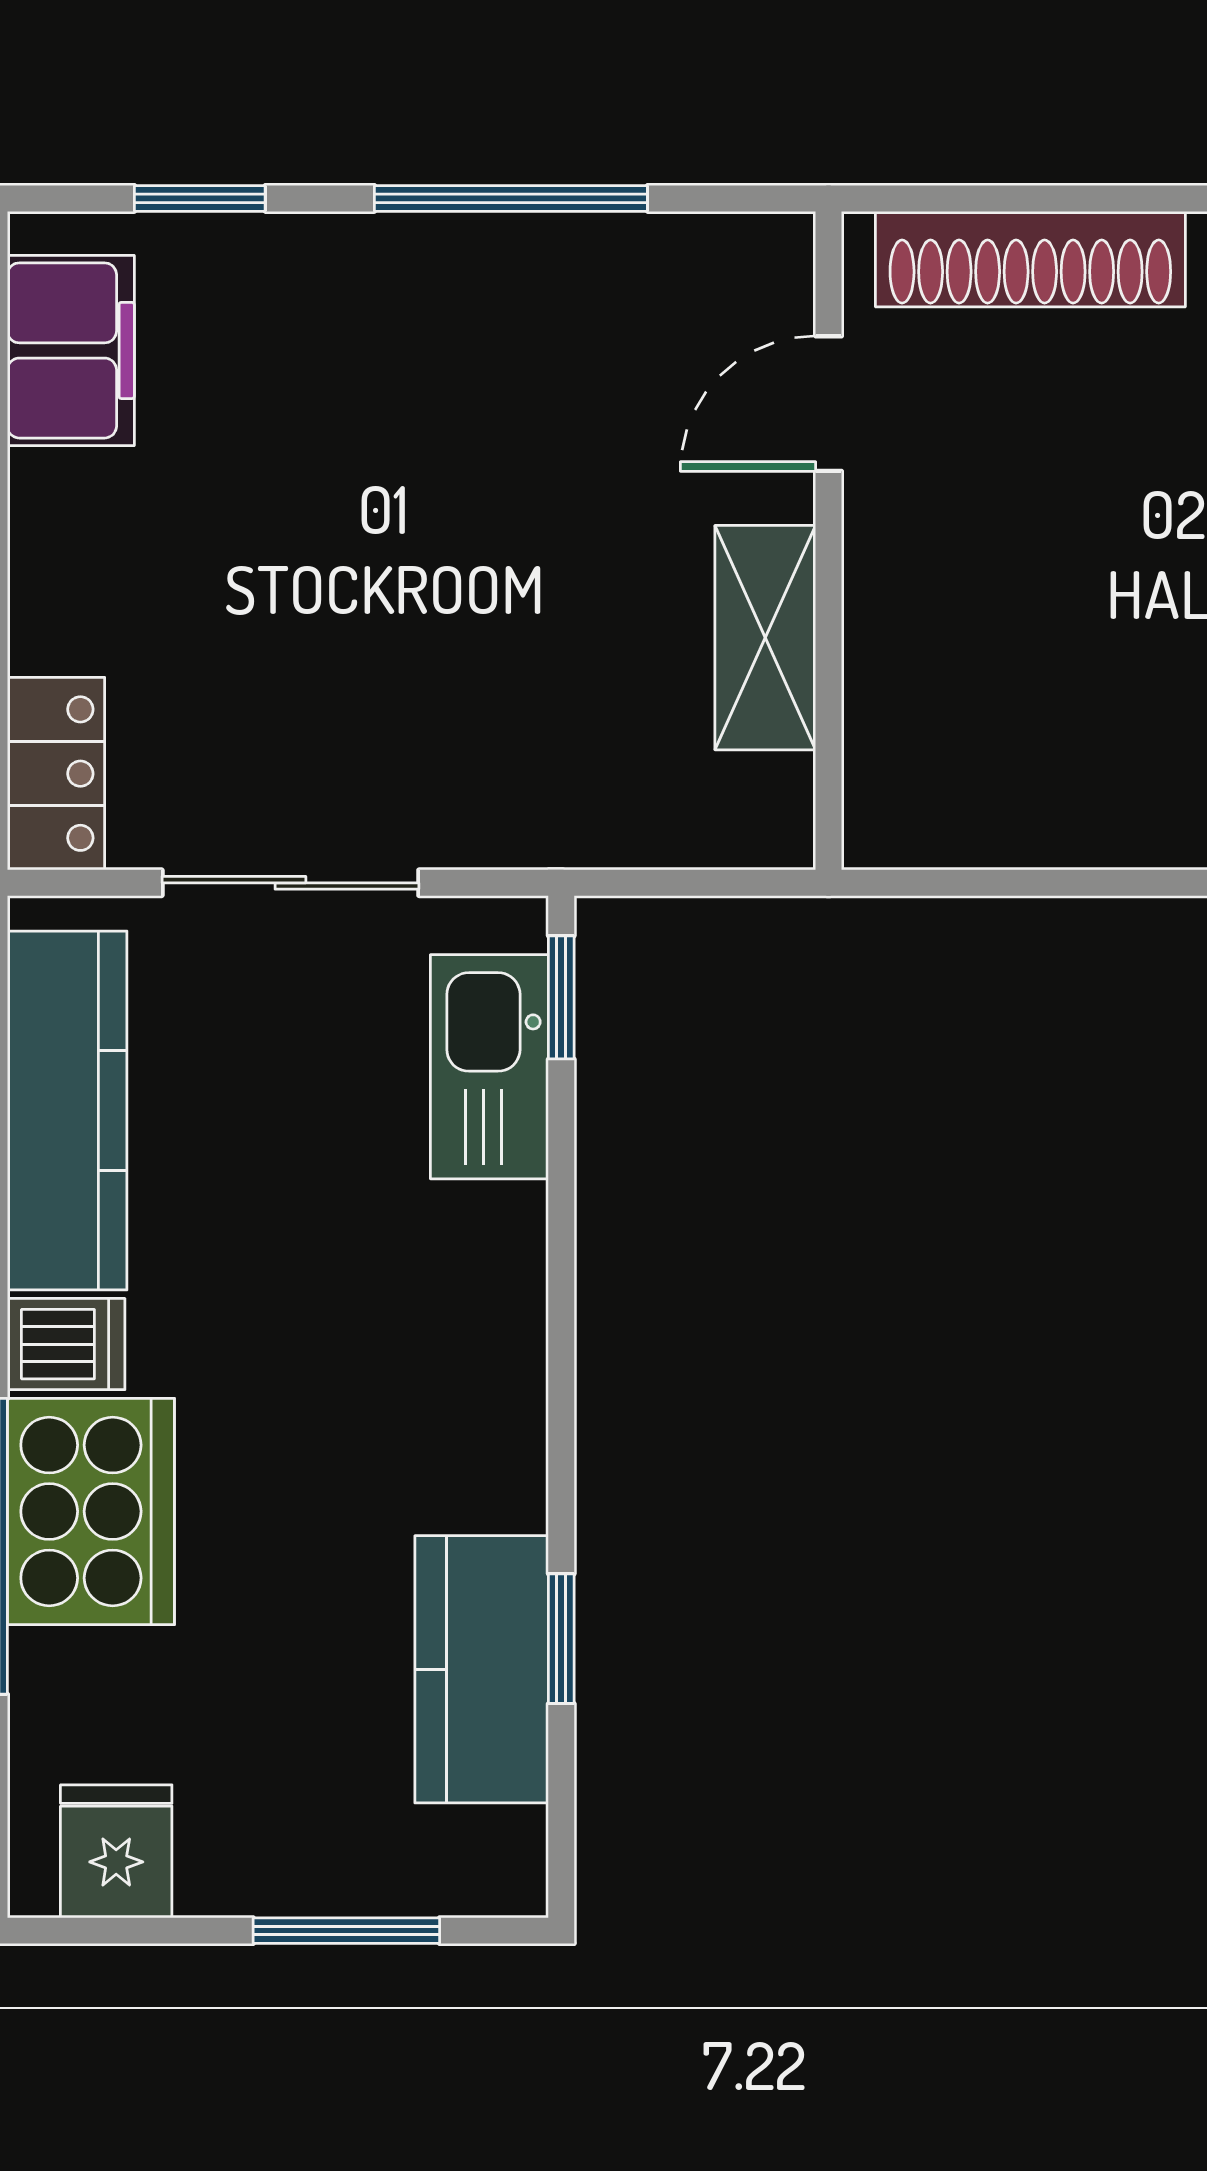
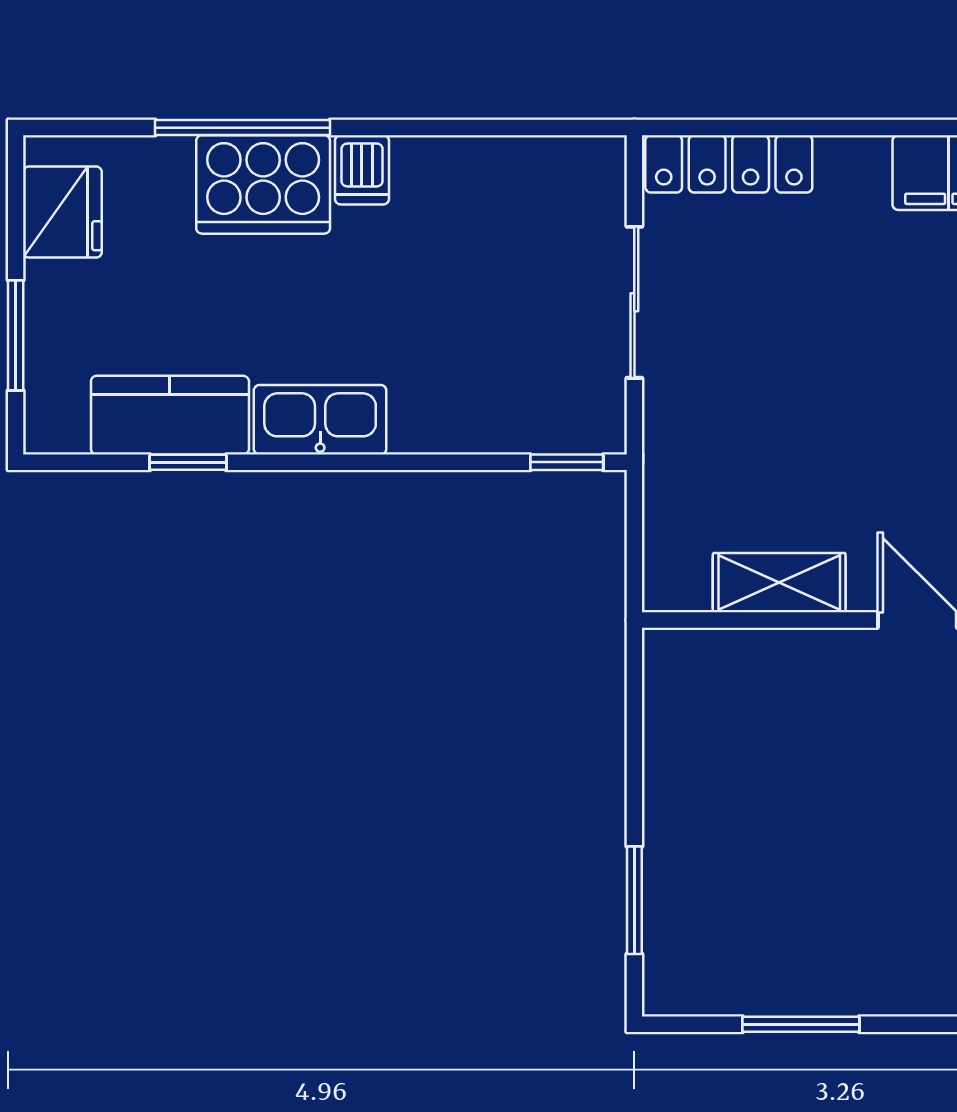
locker: (56, 774) -> (729, 164), width x1.53
kitchen sink: (489, 1067) -> (320, 420), moved
kitchen counter: (67, 1111) -> (500, 170), removed
fridge: (116, 1851) -> (62, 212), width x1.38

